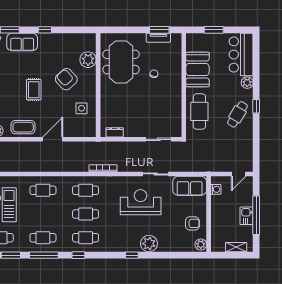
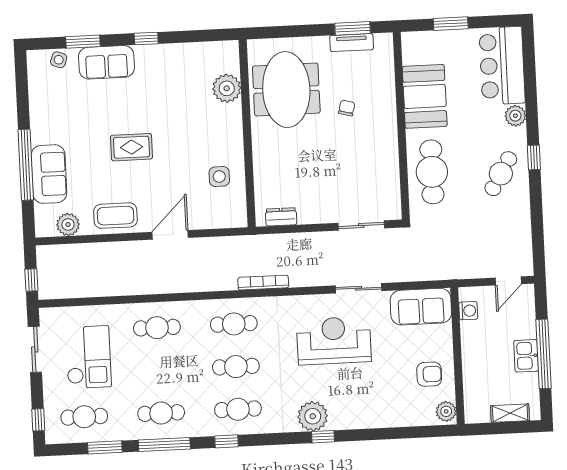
armchair: (66, 79) -> (189, 125), removed
rug: (34, 90) -> (132, 147), turned 90
plant: (149, 244) -> (313, 416), moved

